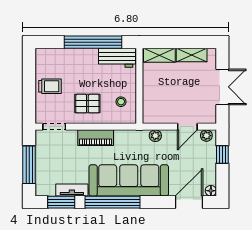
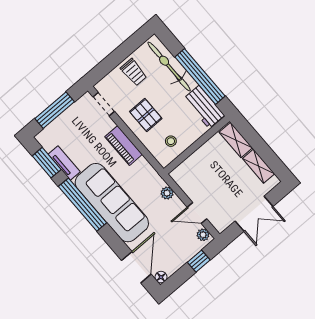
bicycle: (67, 58) -> (169, 67), added
door: (189, 202) -> (136, 267), hinge flipped

